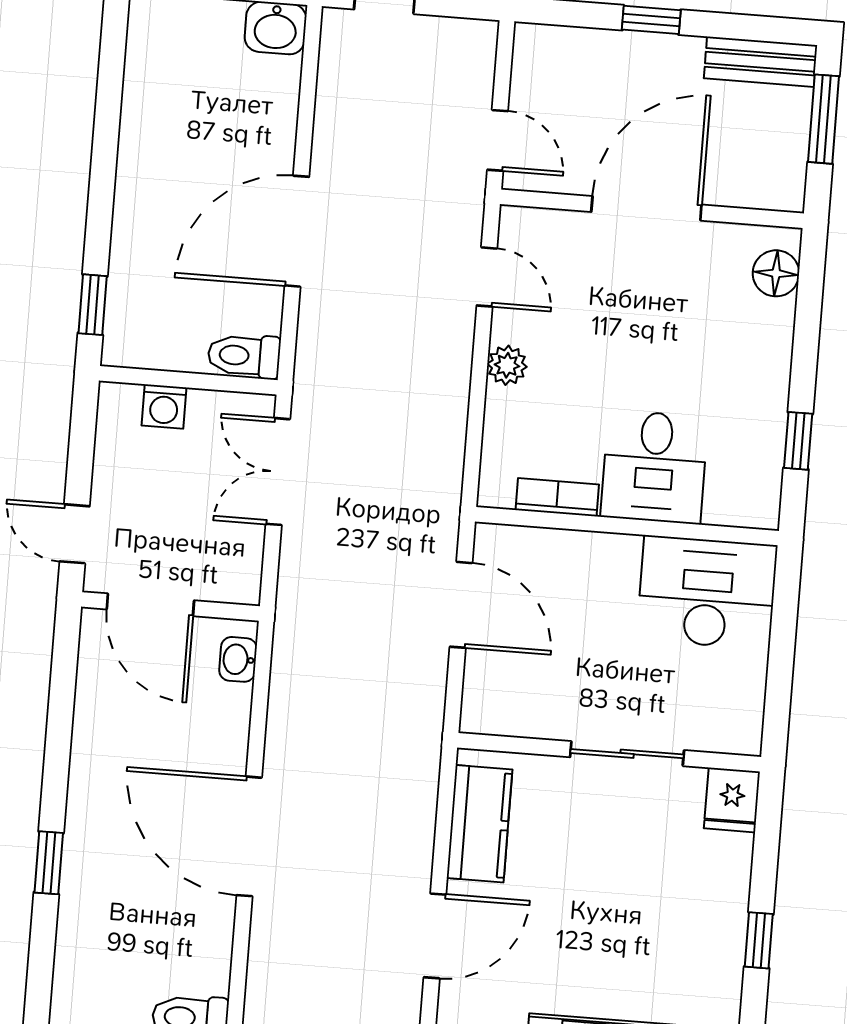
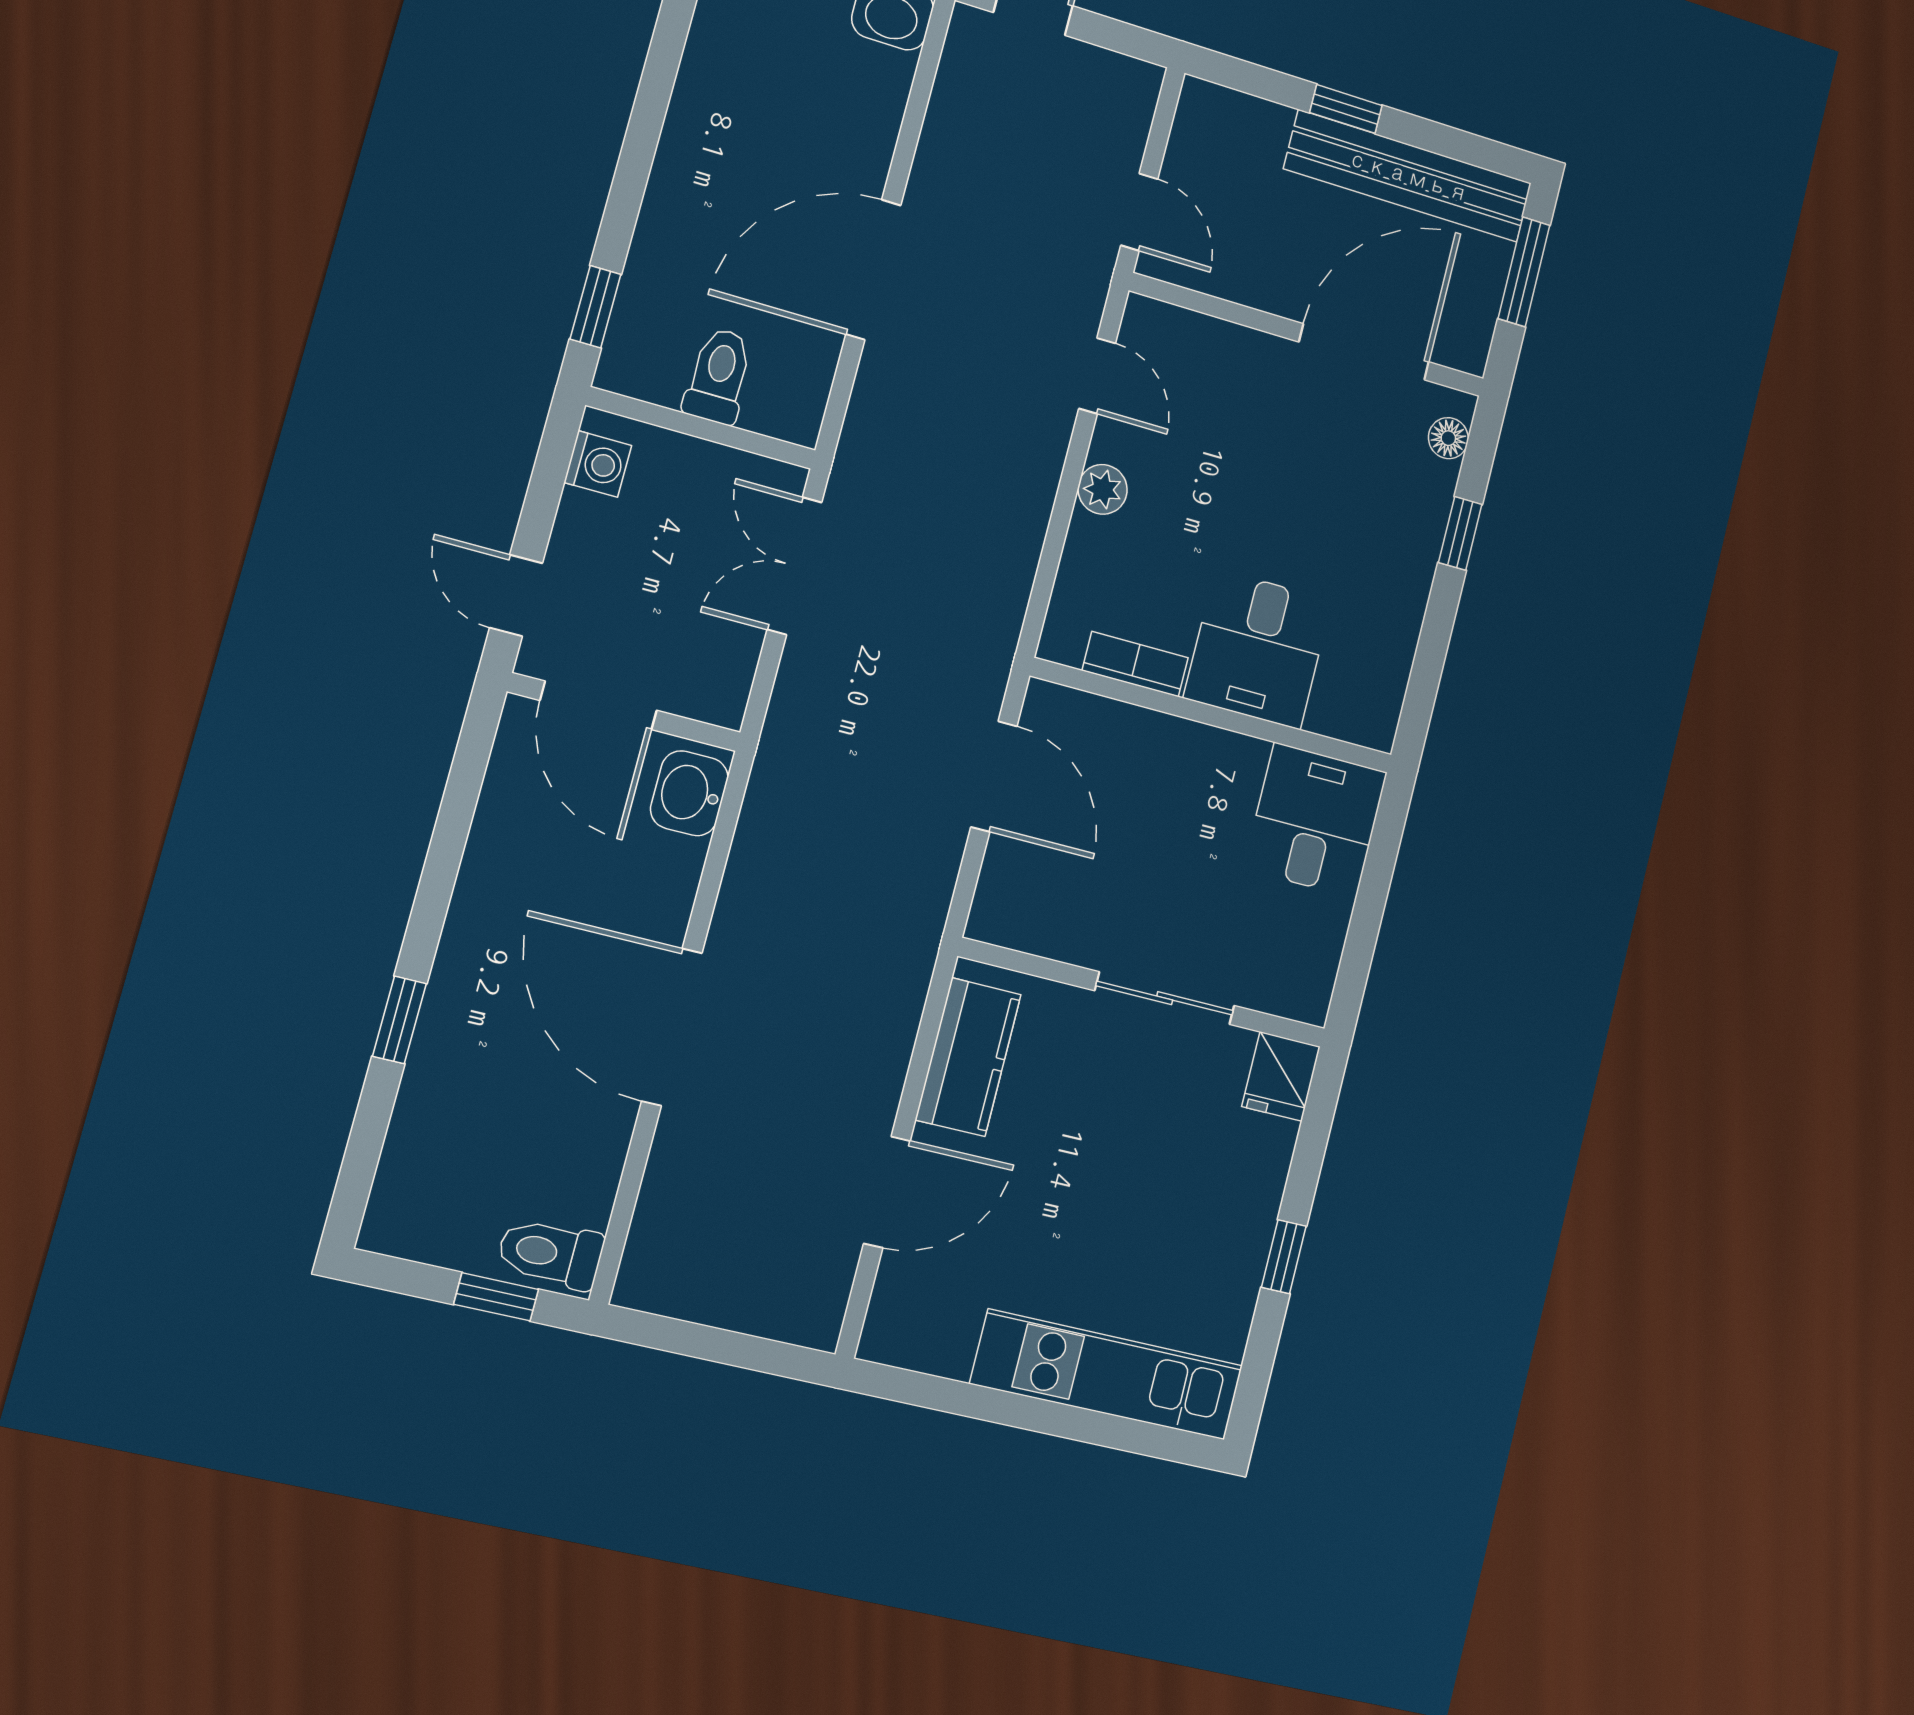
bench: (761, 62) -> (1408, 176), width x1.86, depth x1.21
door: (646, 208) -> (1364, 352), moved
floor lamp: (776, 273) -> (1448, 438), width x0.73, depth x0.73
toilet: (244, 356) -> (719, 376), moved, turned 90
washing machine: (164, 407) -> (598, 464), moved, turned -90
window: (798, 441) -> (1460, 533), moved
desk: (707, 592) -> (1315, 820), width x0.73
washbasin: (238, 659) -> (689, 793), width x1.38, depth x1.45

